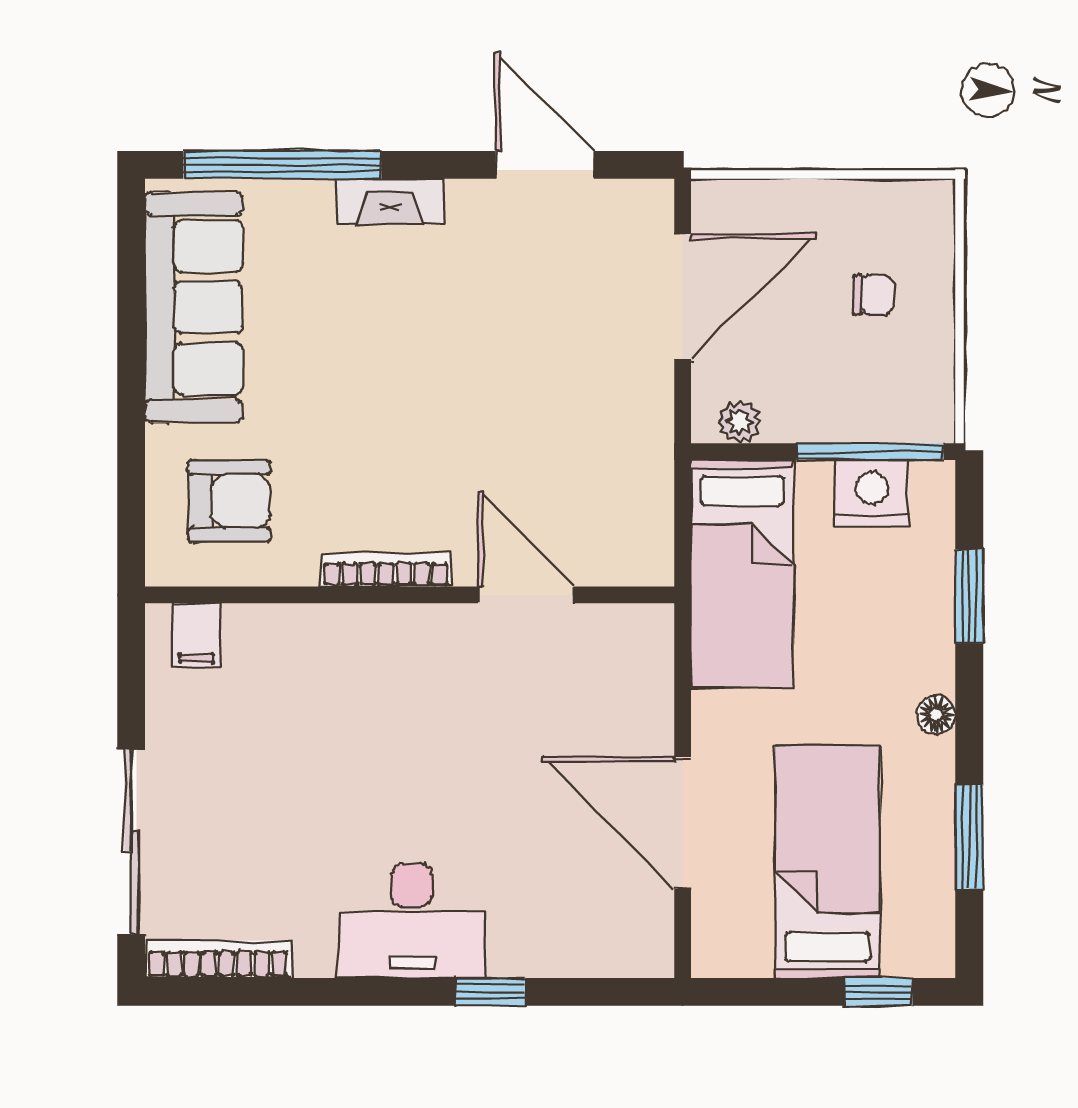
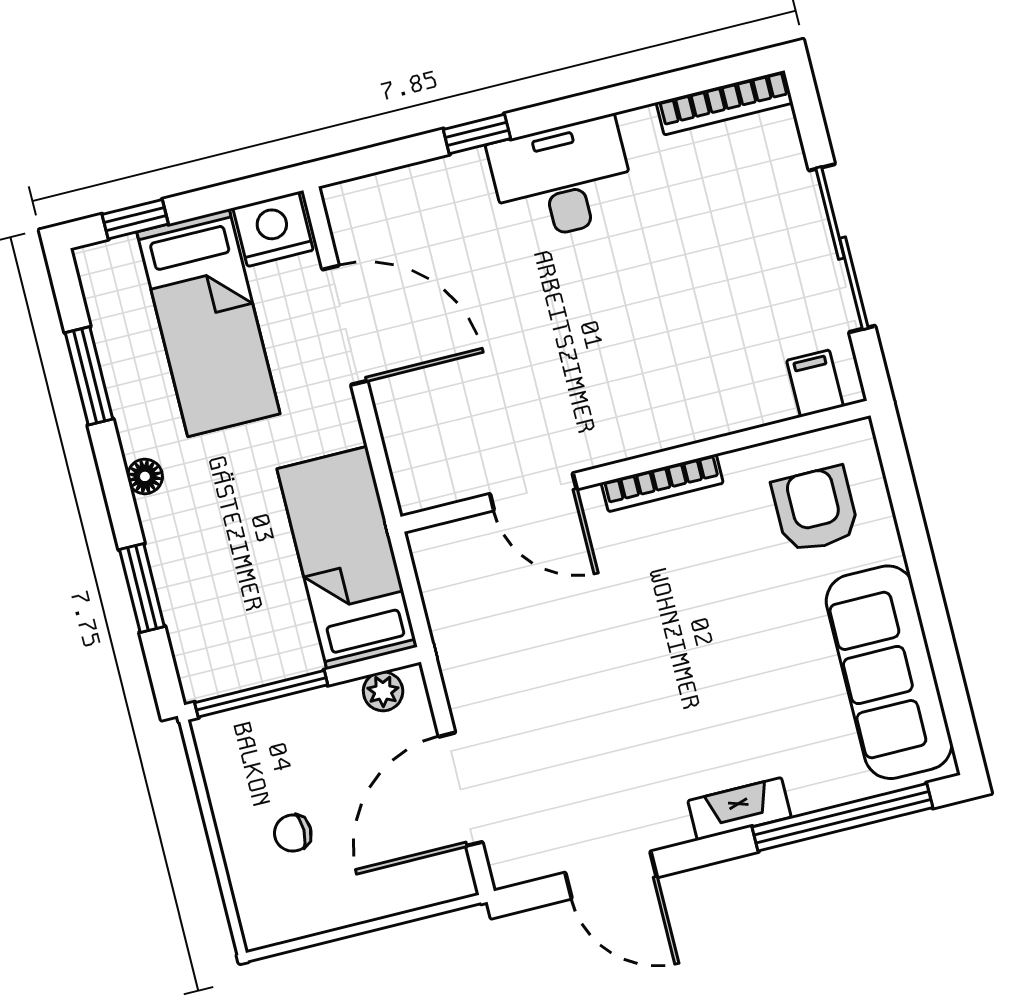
nightstand: (871, 493) -> (273, 229), moved, turned 180
armchair: (229, 501) -> (815, 509), turned 90
sliding door: (131, 842) -> (842, 248), moved

